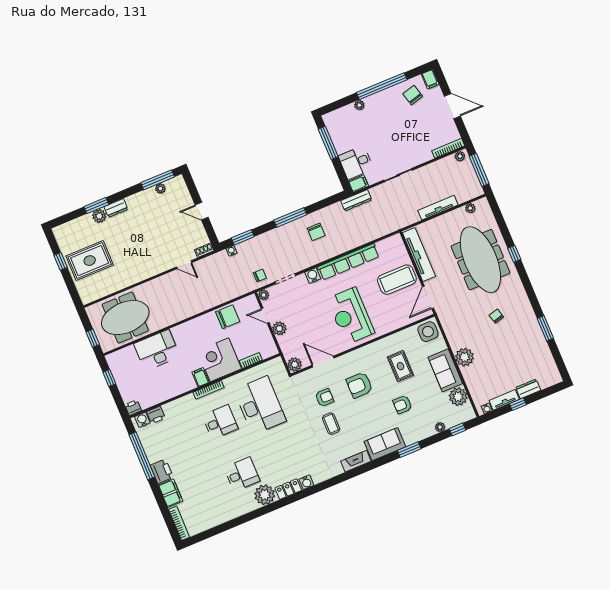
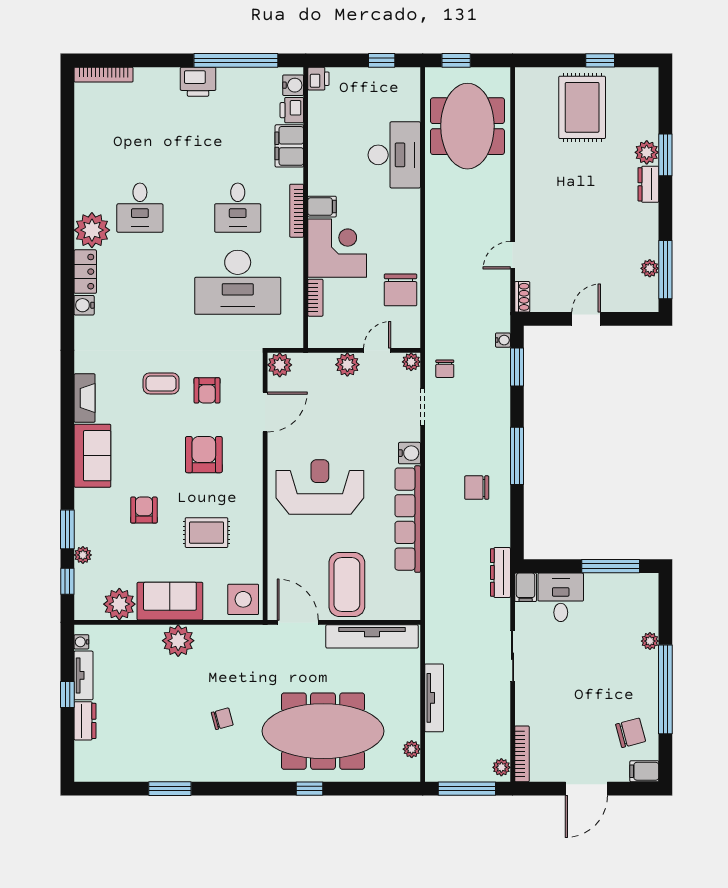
window: (409, 450) -> (67, 529), moved
filing cabinet: (171, 493) -> (289, 146), moved, turned 90

